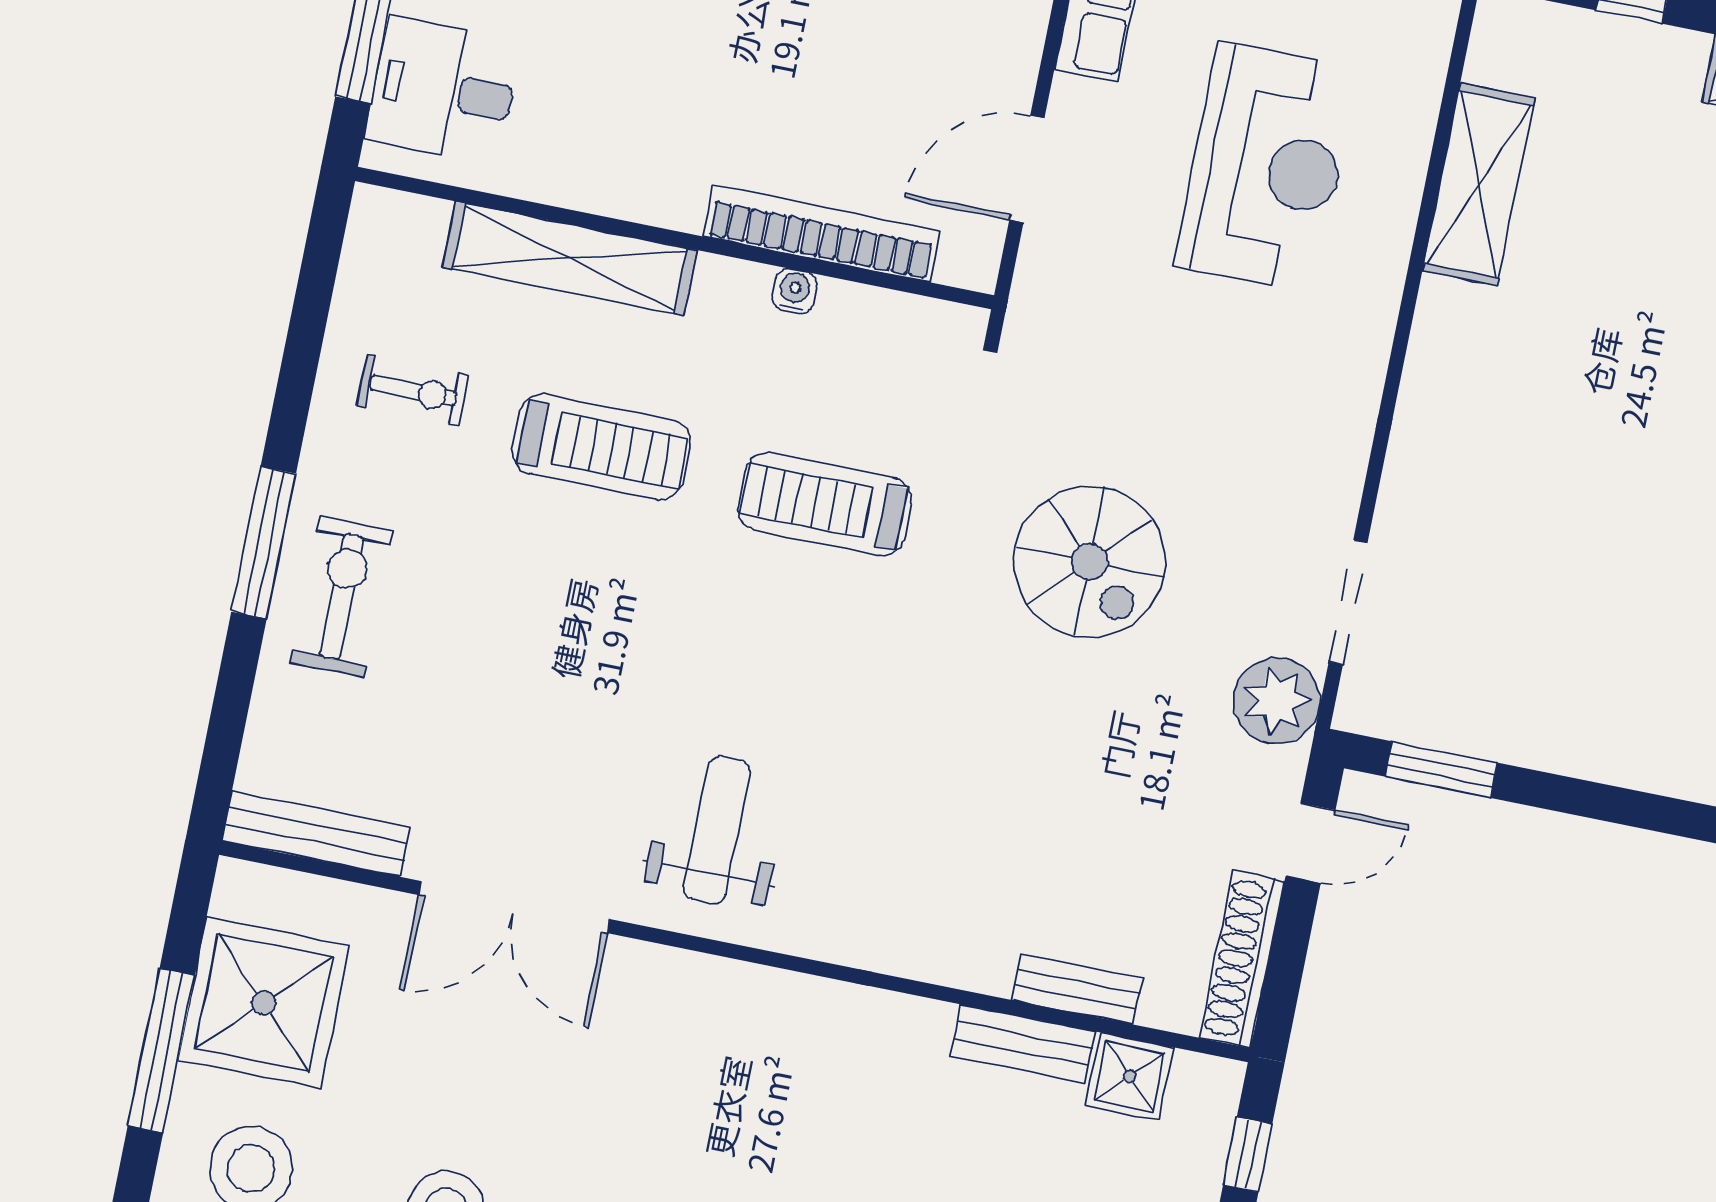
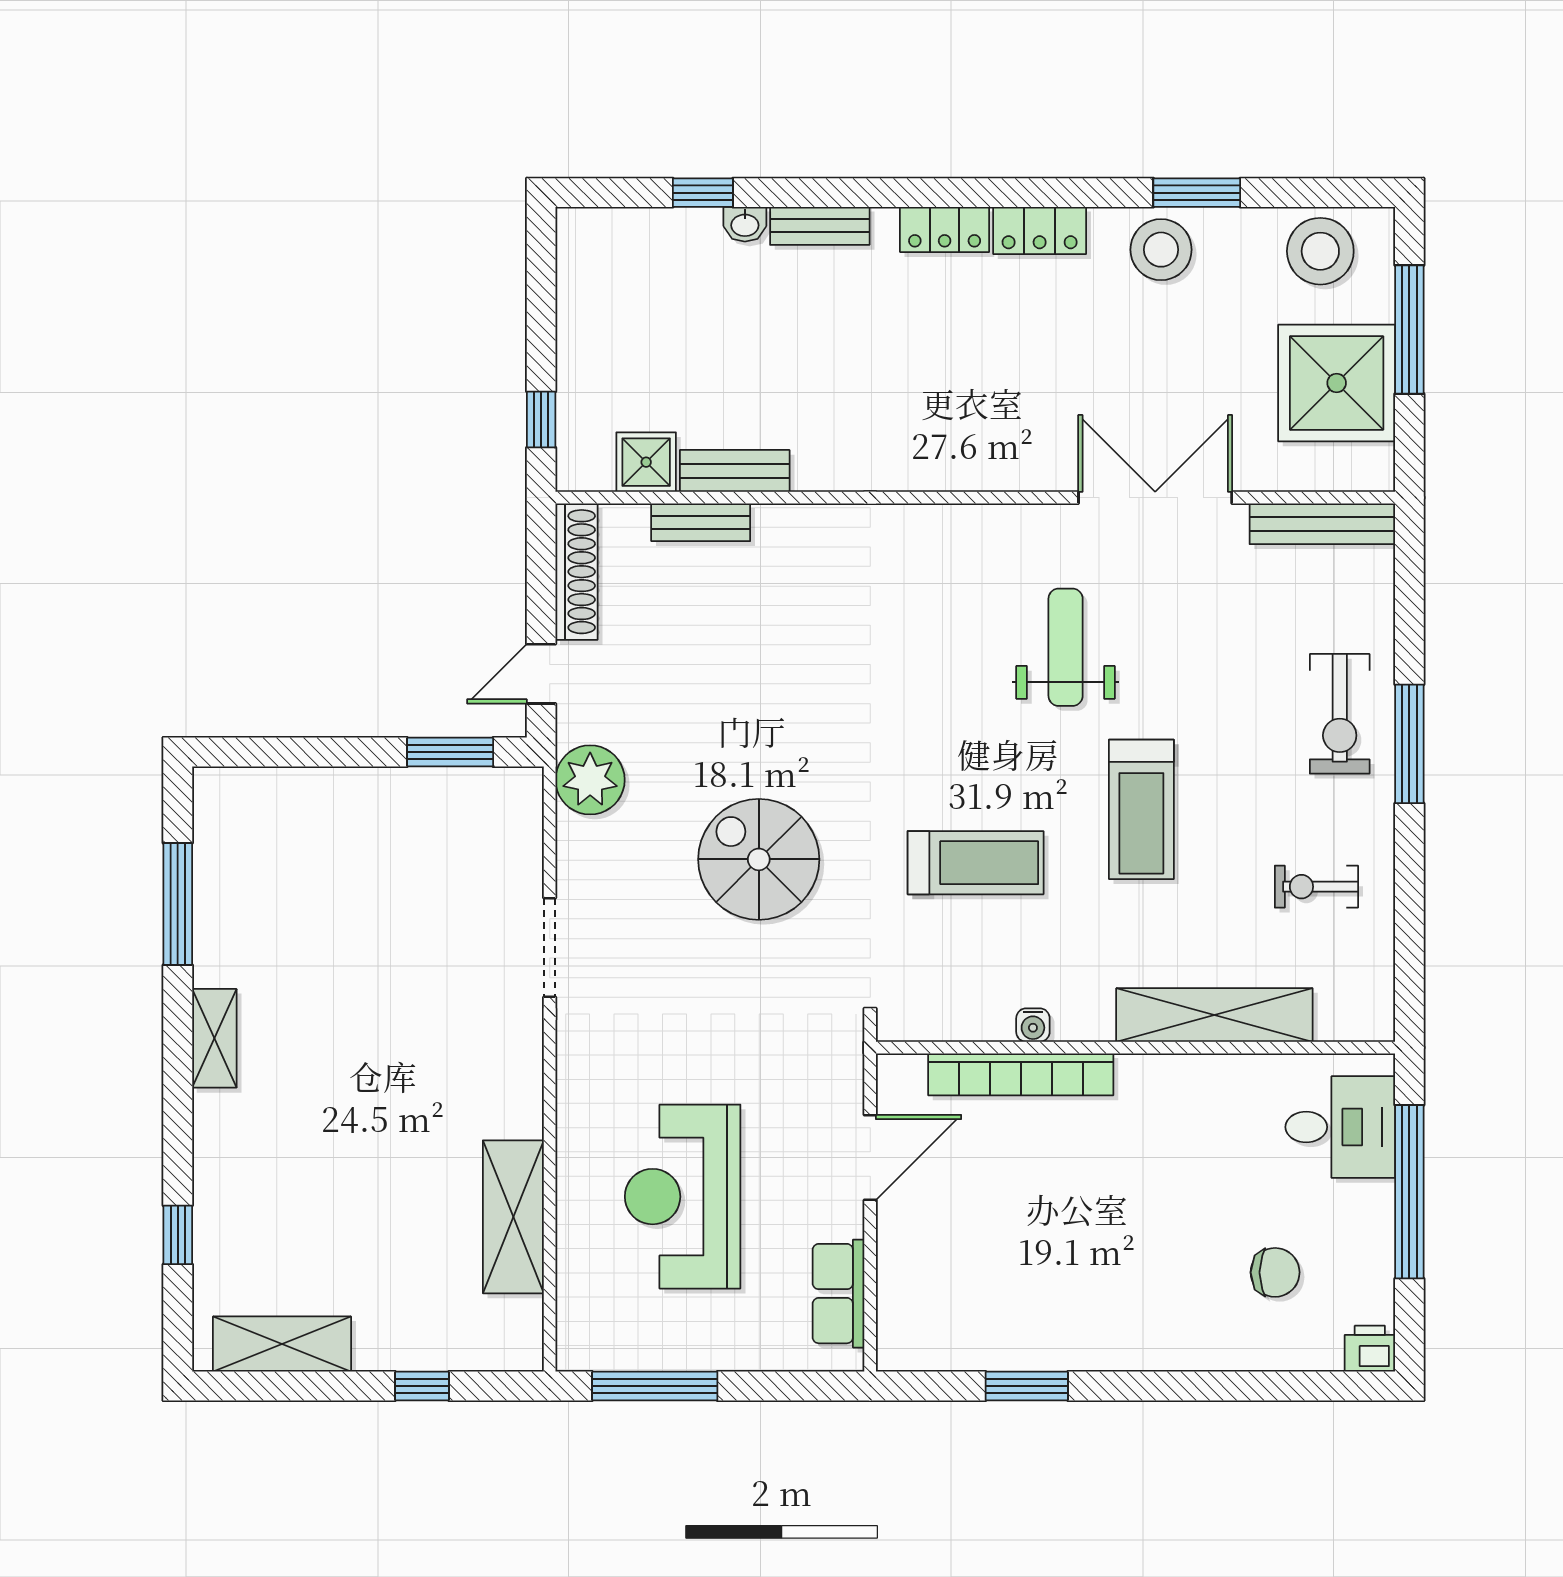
treadmill: (601, 447) -> (1141, 809), moved, turned -90
doorway: (1348, 602) -> (550, 948), moved
weight bench: (717, 830) -> (1066, 647), moved, turned 180

